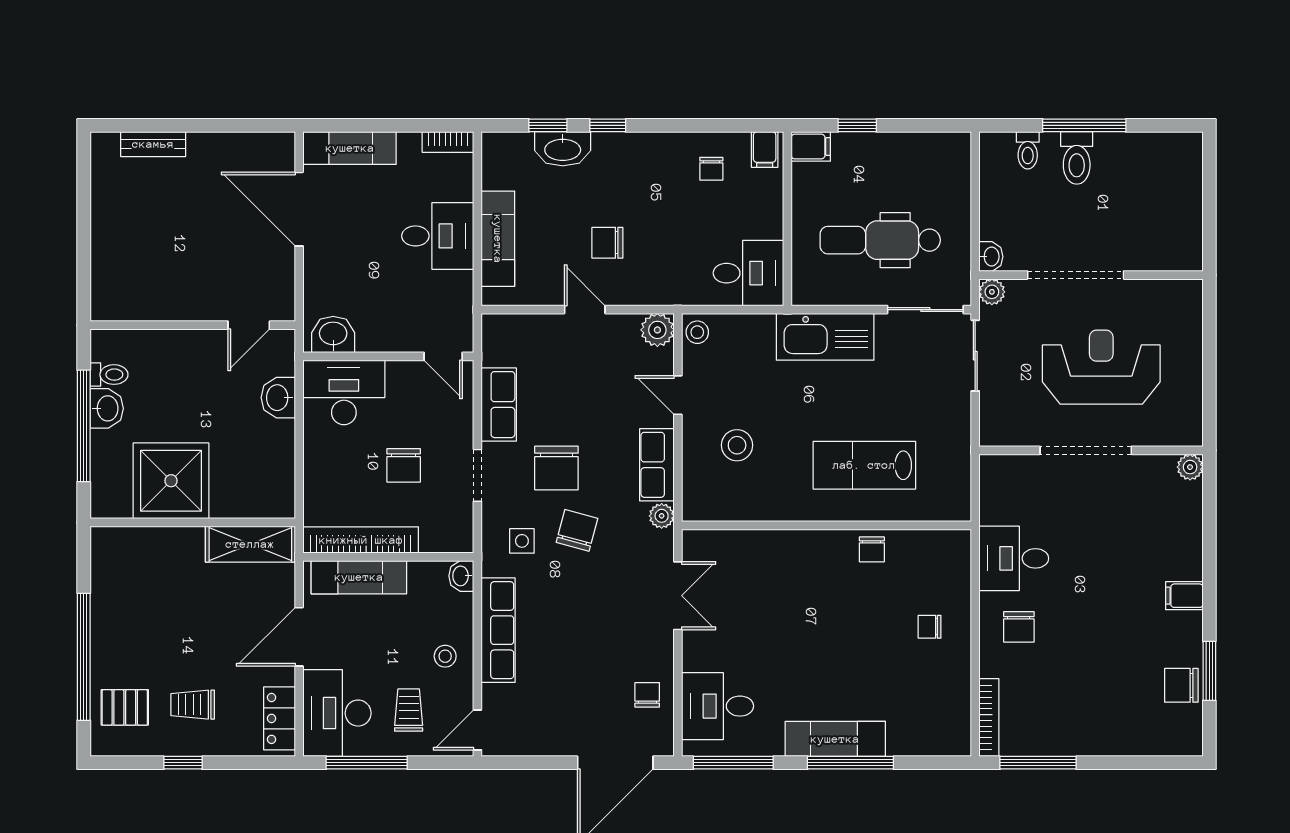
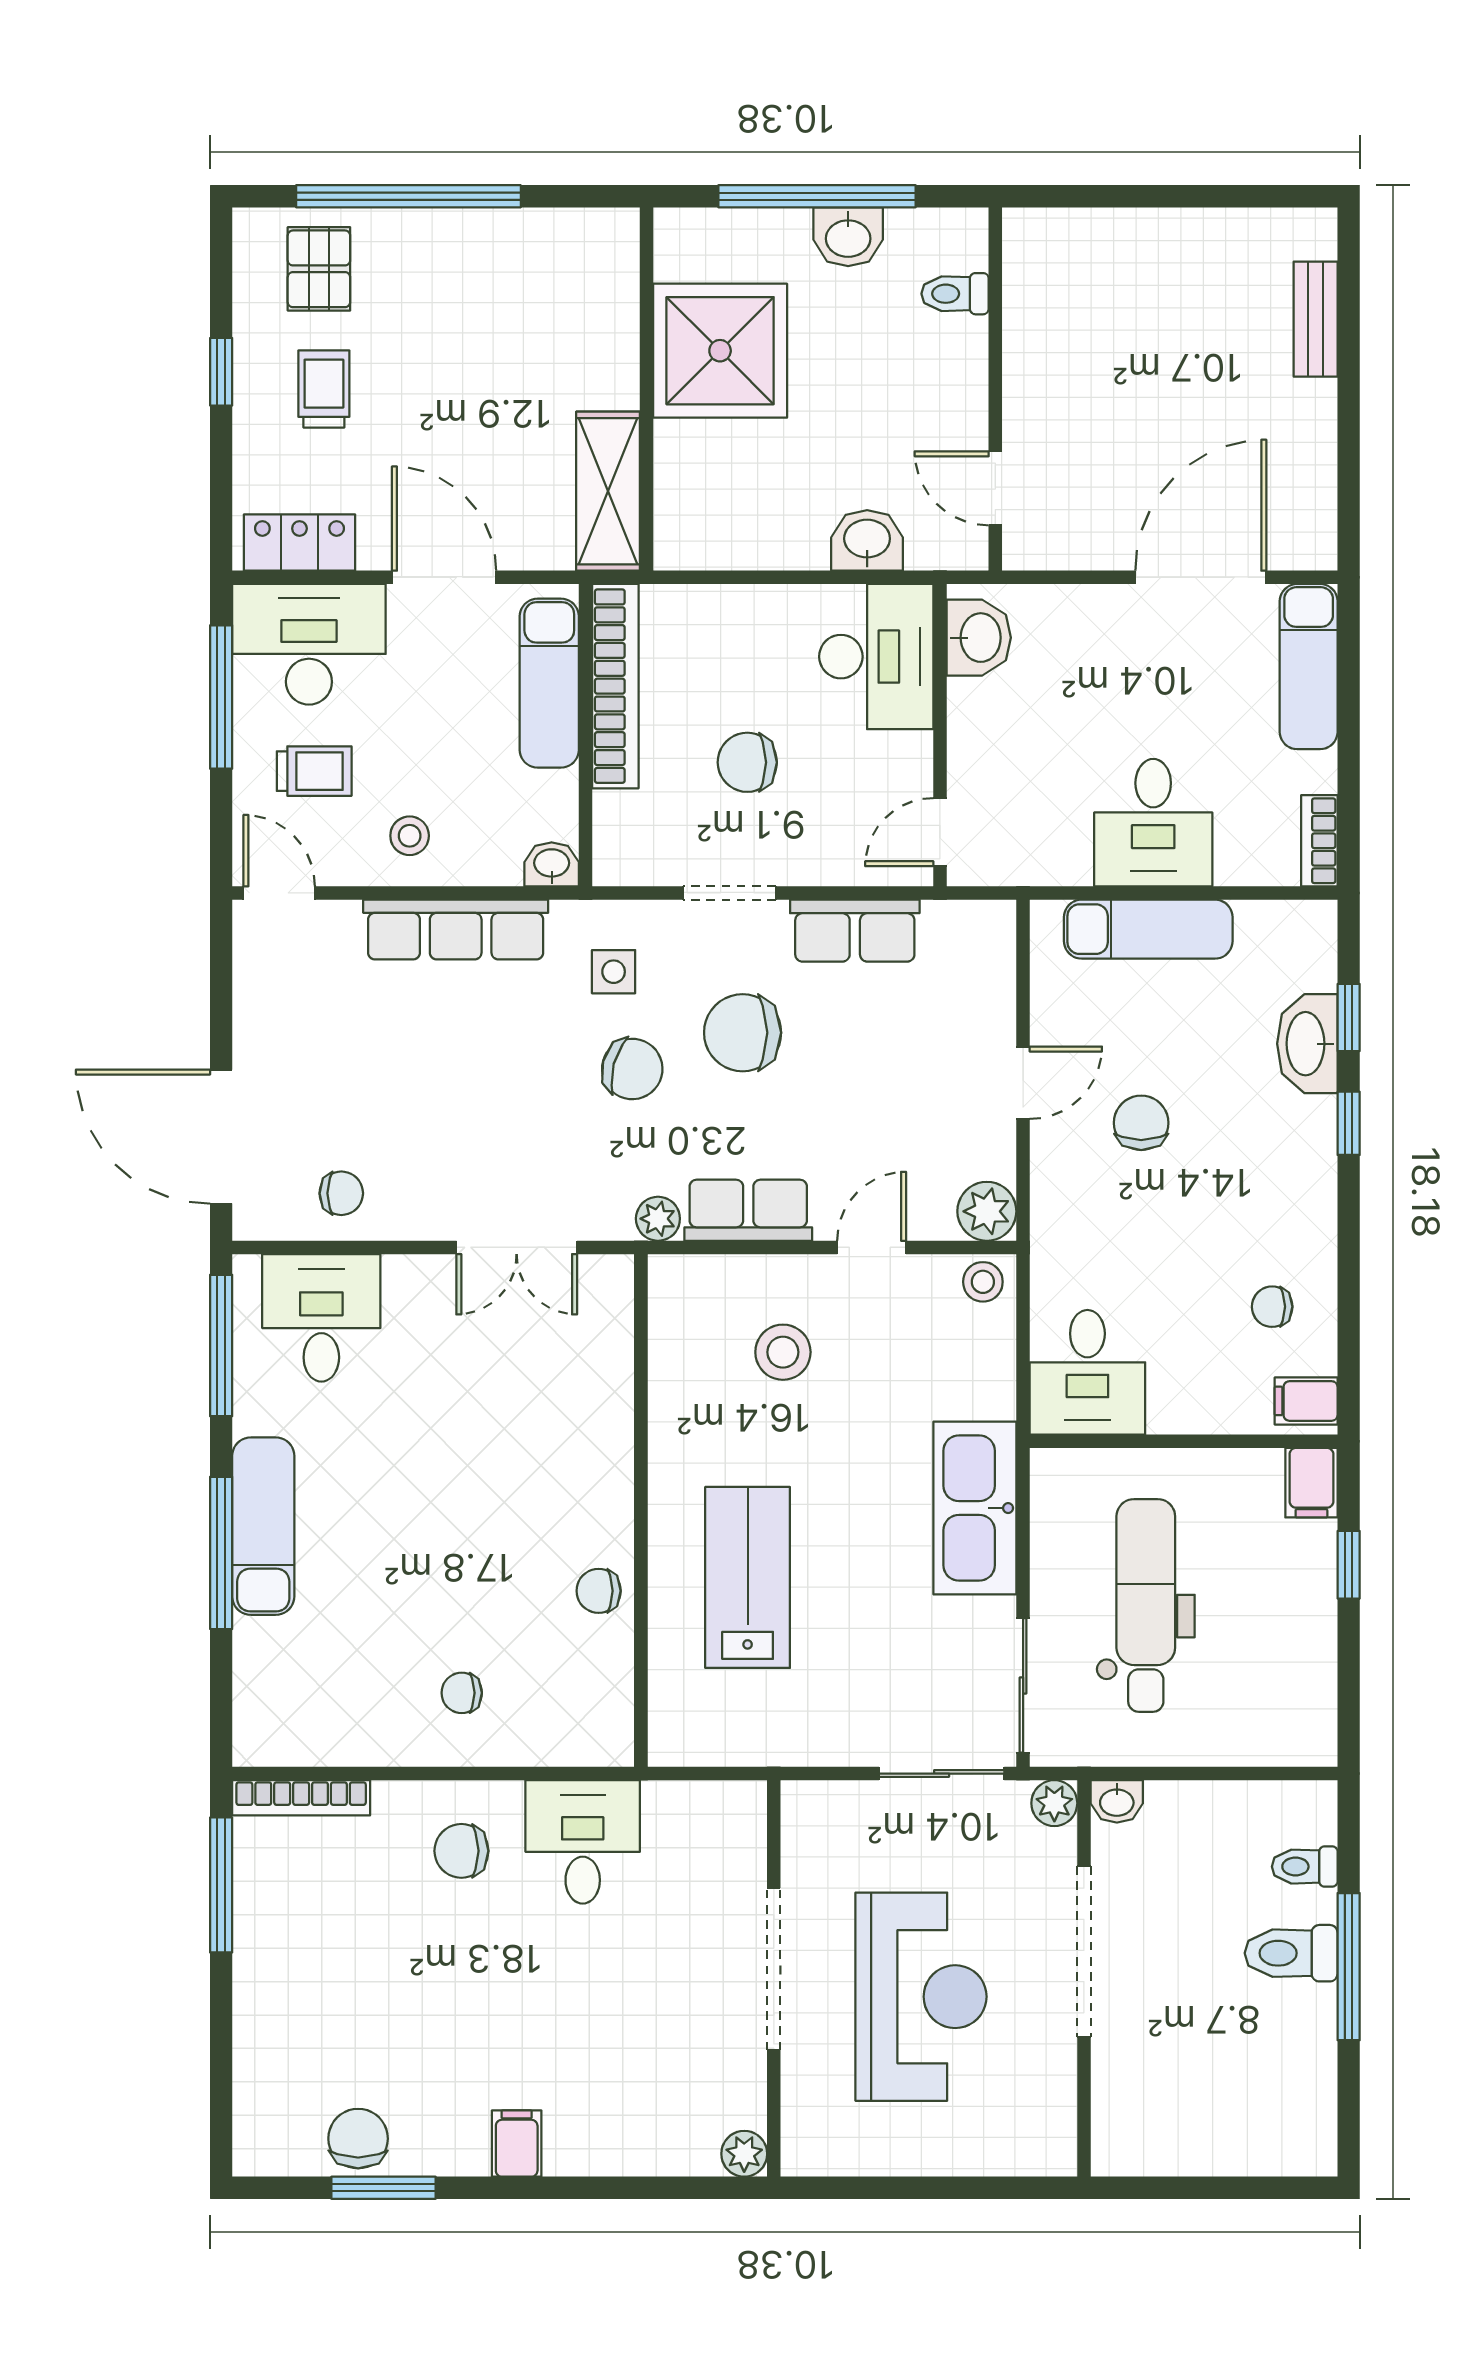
toilet: (109, 375) -> (955, 294), moved, turned 90
chair: (930, 627) -> (462, 1693), turned -90

